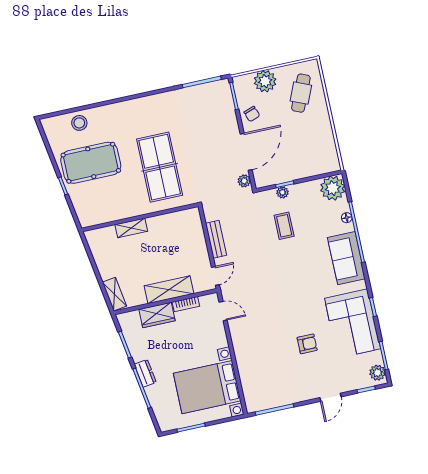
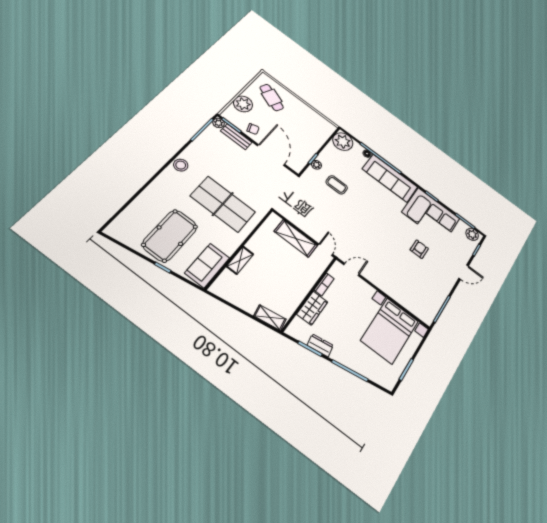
stool: (79, 123) -> (181, 165), moved
plant: (244, 181) -> (219, 123), moved
sofa: (100, 211) -> (207, 265), added
bench: (216, 239) -> (236, 137), moved
sofa: (346, 258) -> (390, 178), width x1.36
shelving: (169, 290) -> (296, 238), moved, turned 90
dresser: (145, 373) -> (320, 345), moved
door: (330, 397) -> (464, 272), hinge flipped

